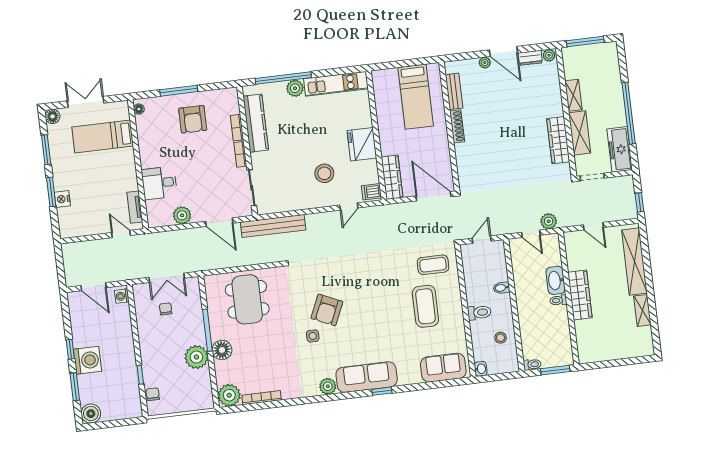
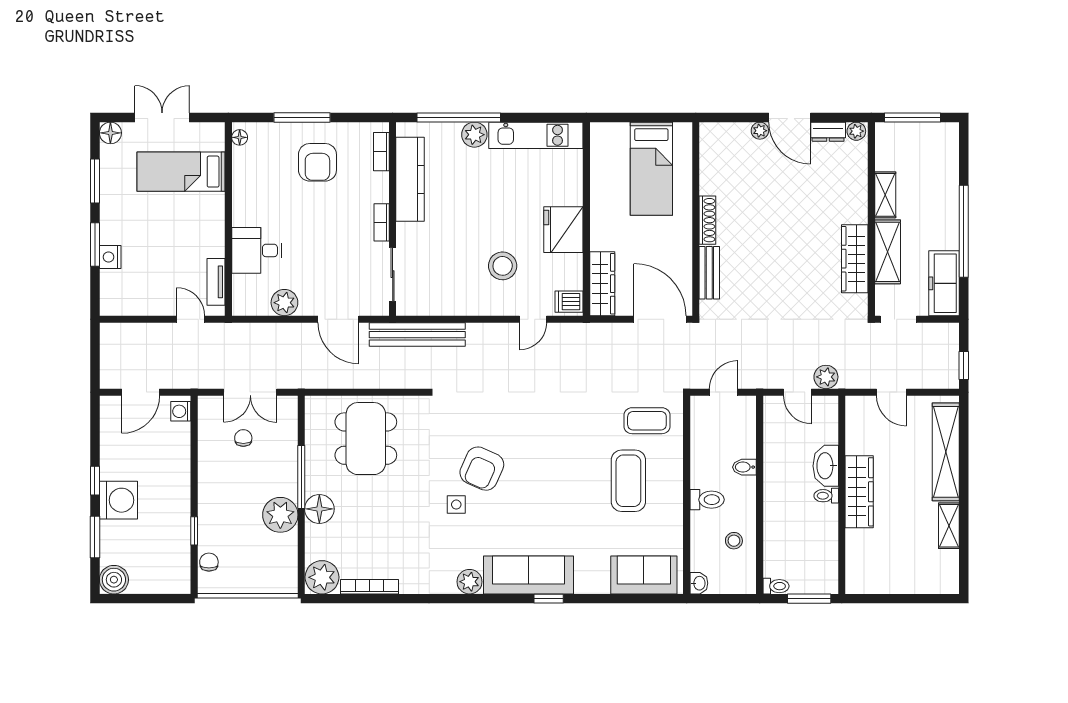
bench: (454, 91) -> (709, 273), moved
bookcase: (237, 128) -> (381, 152), moved
door: (93, 287) -> (141, 392), hinge flipped

